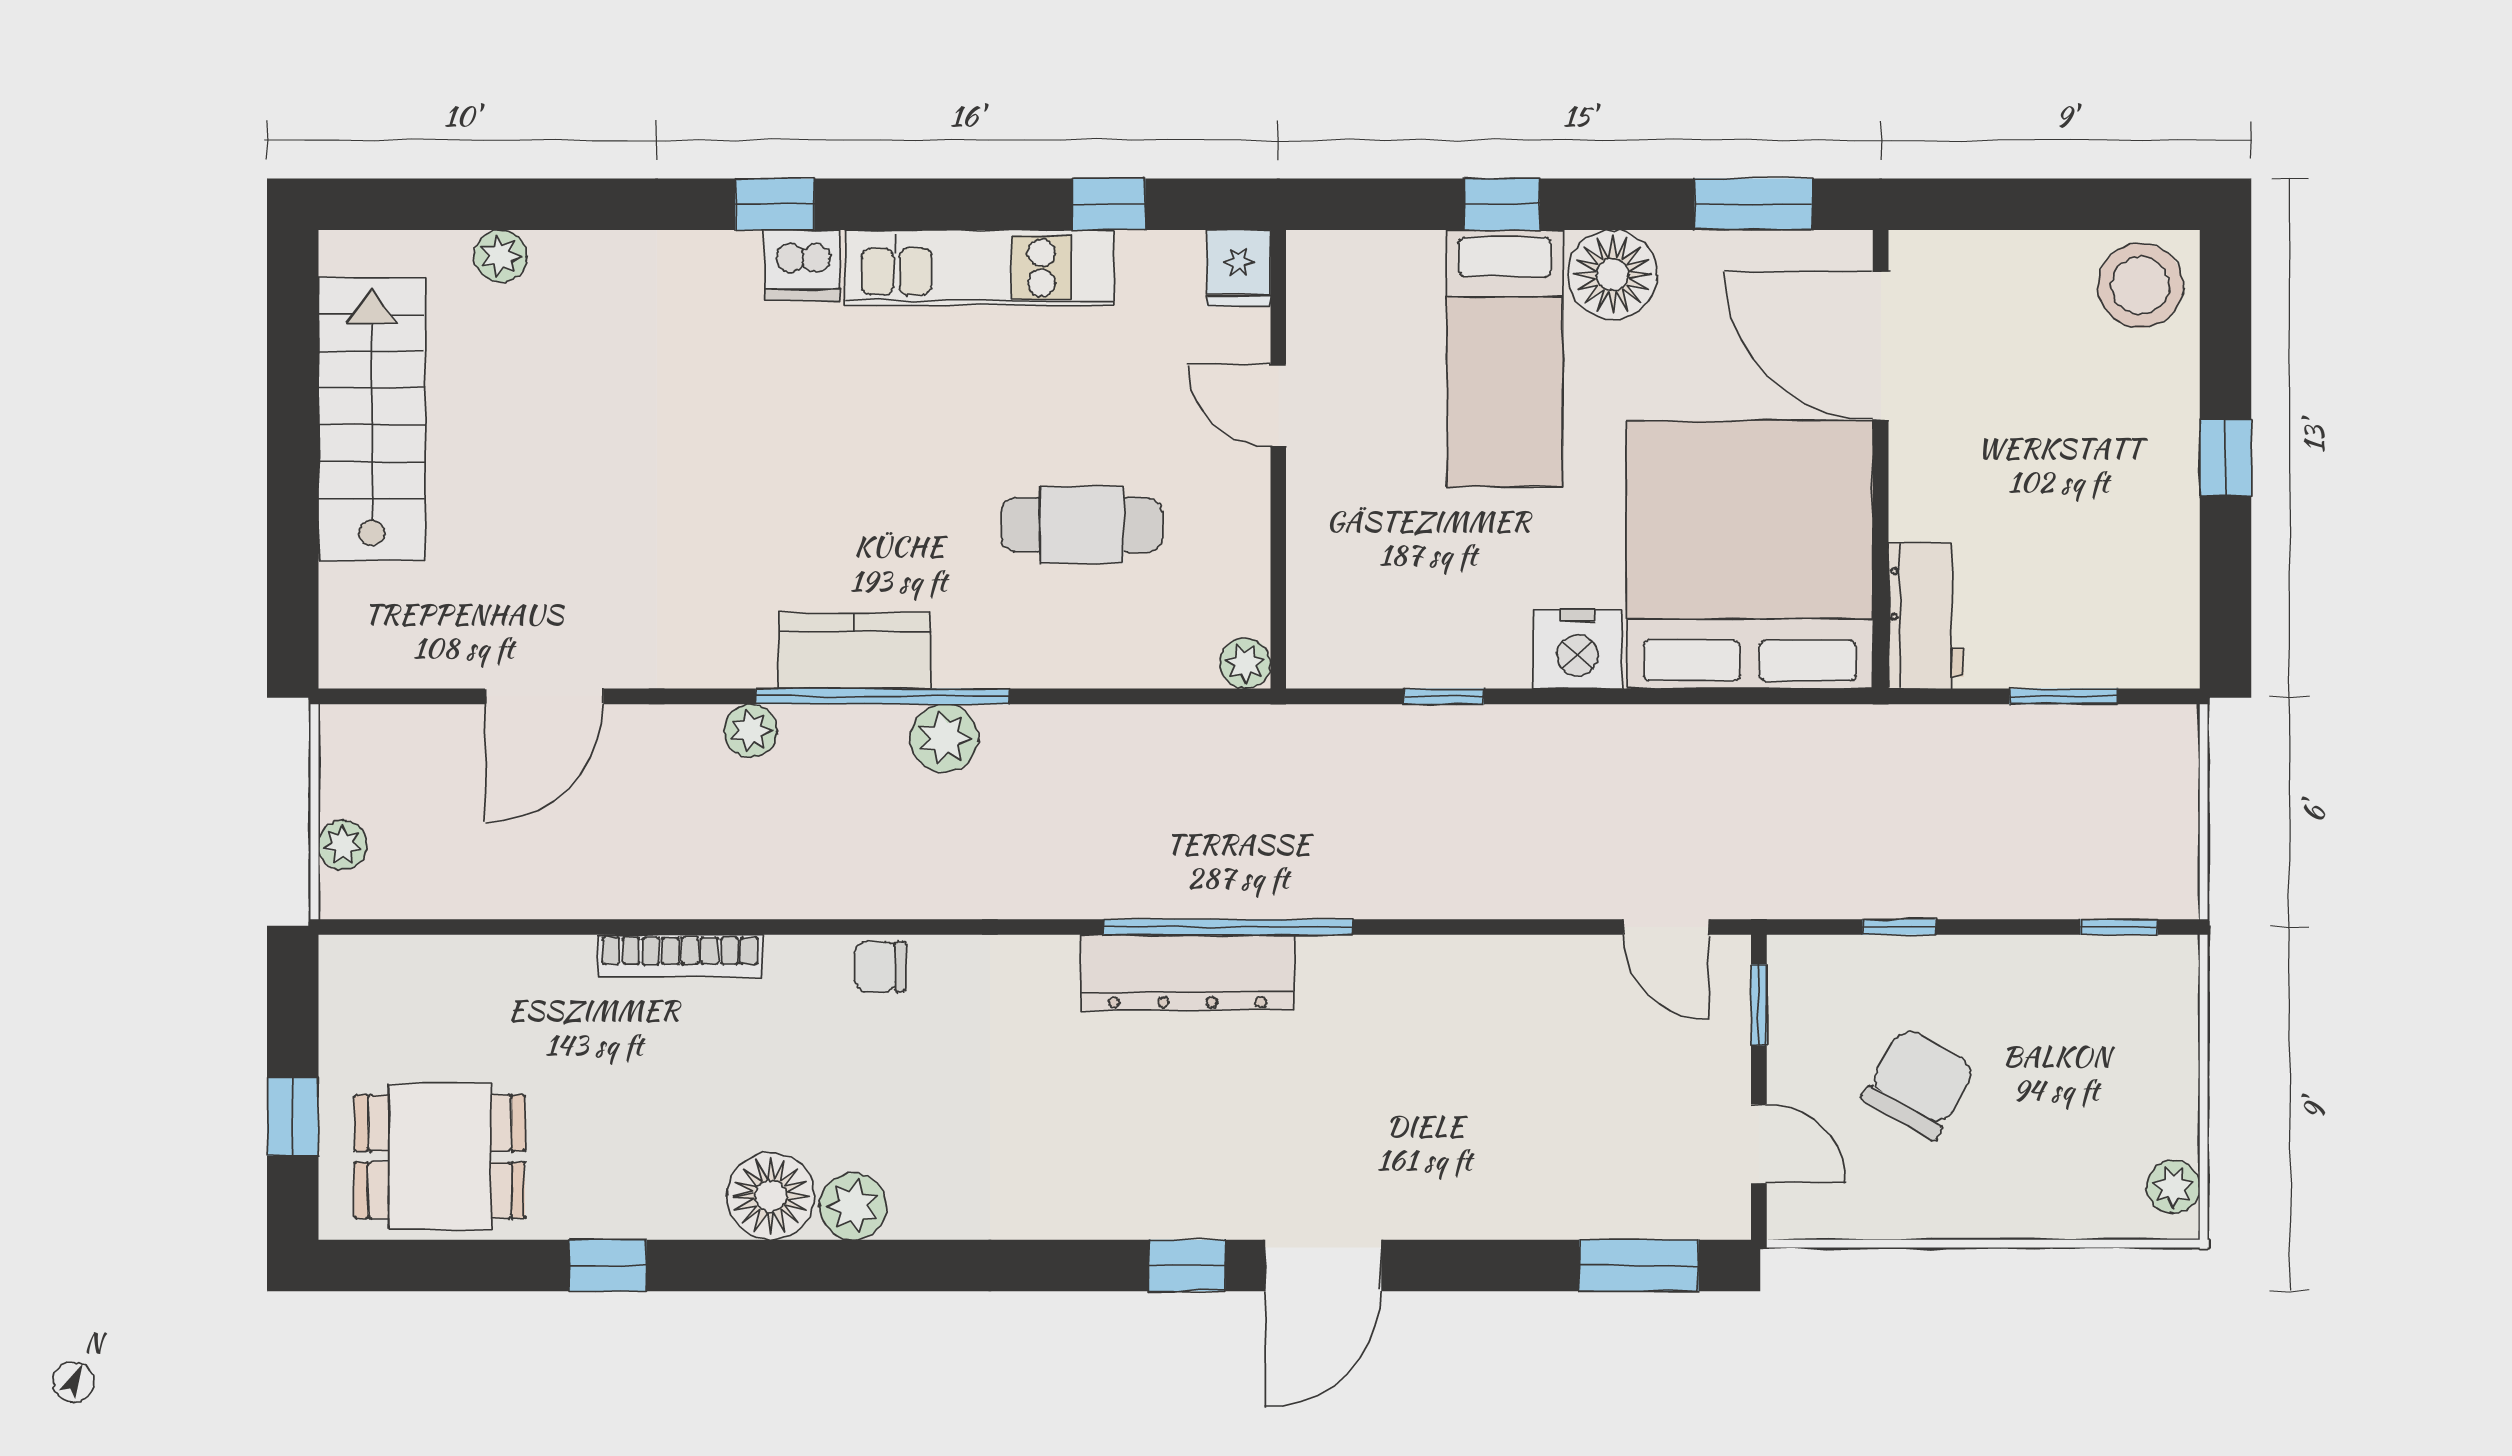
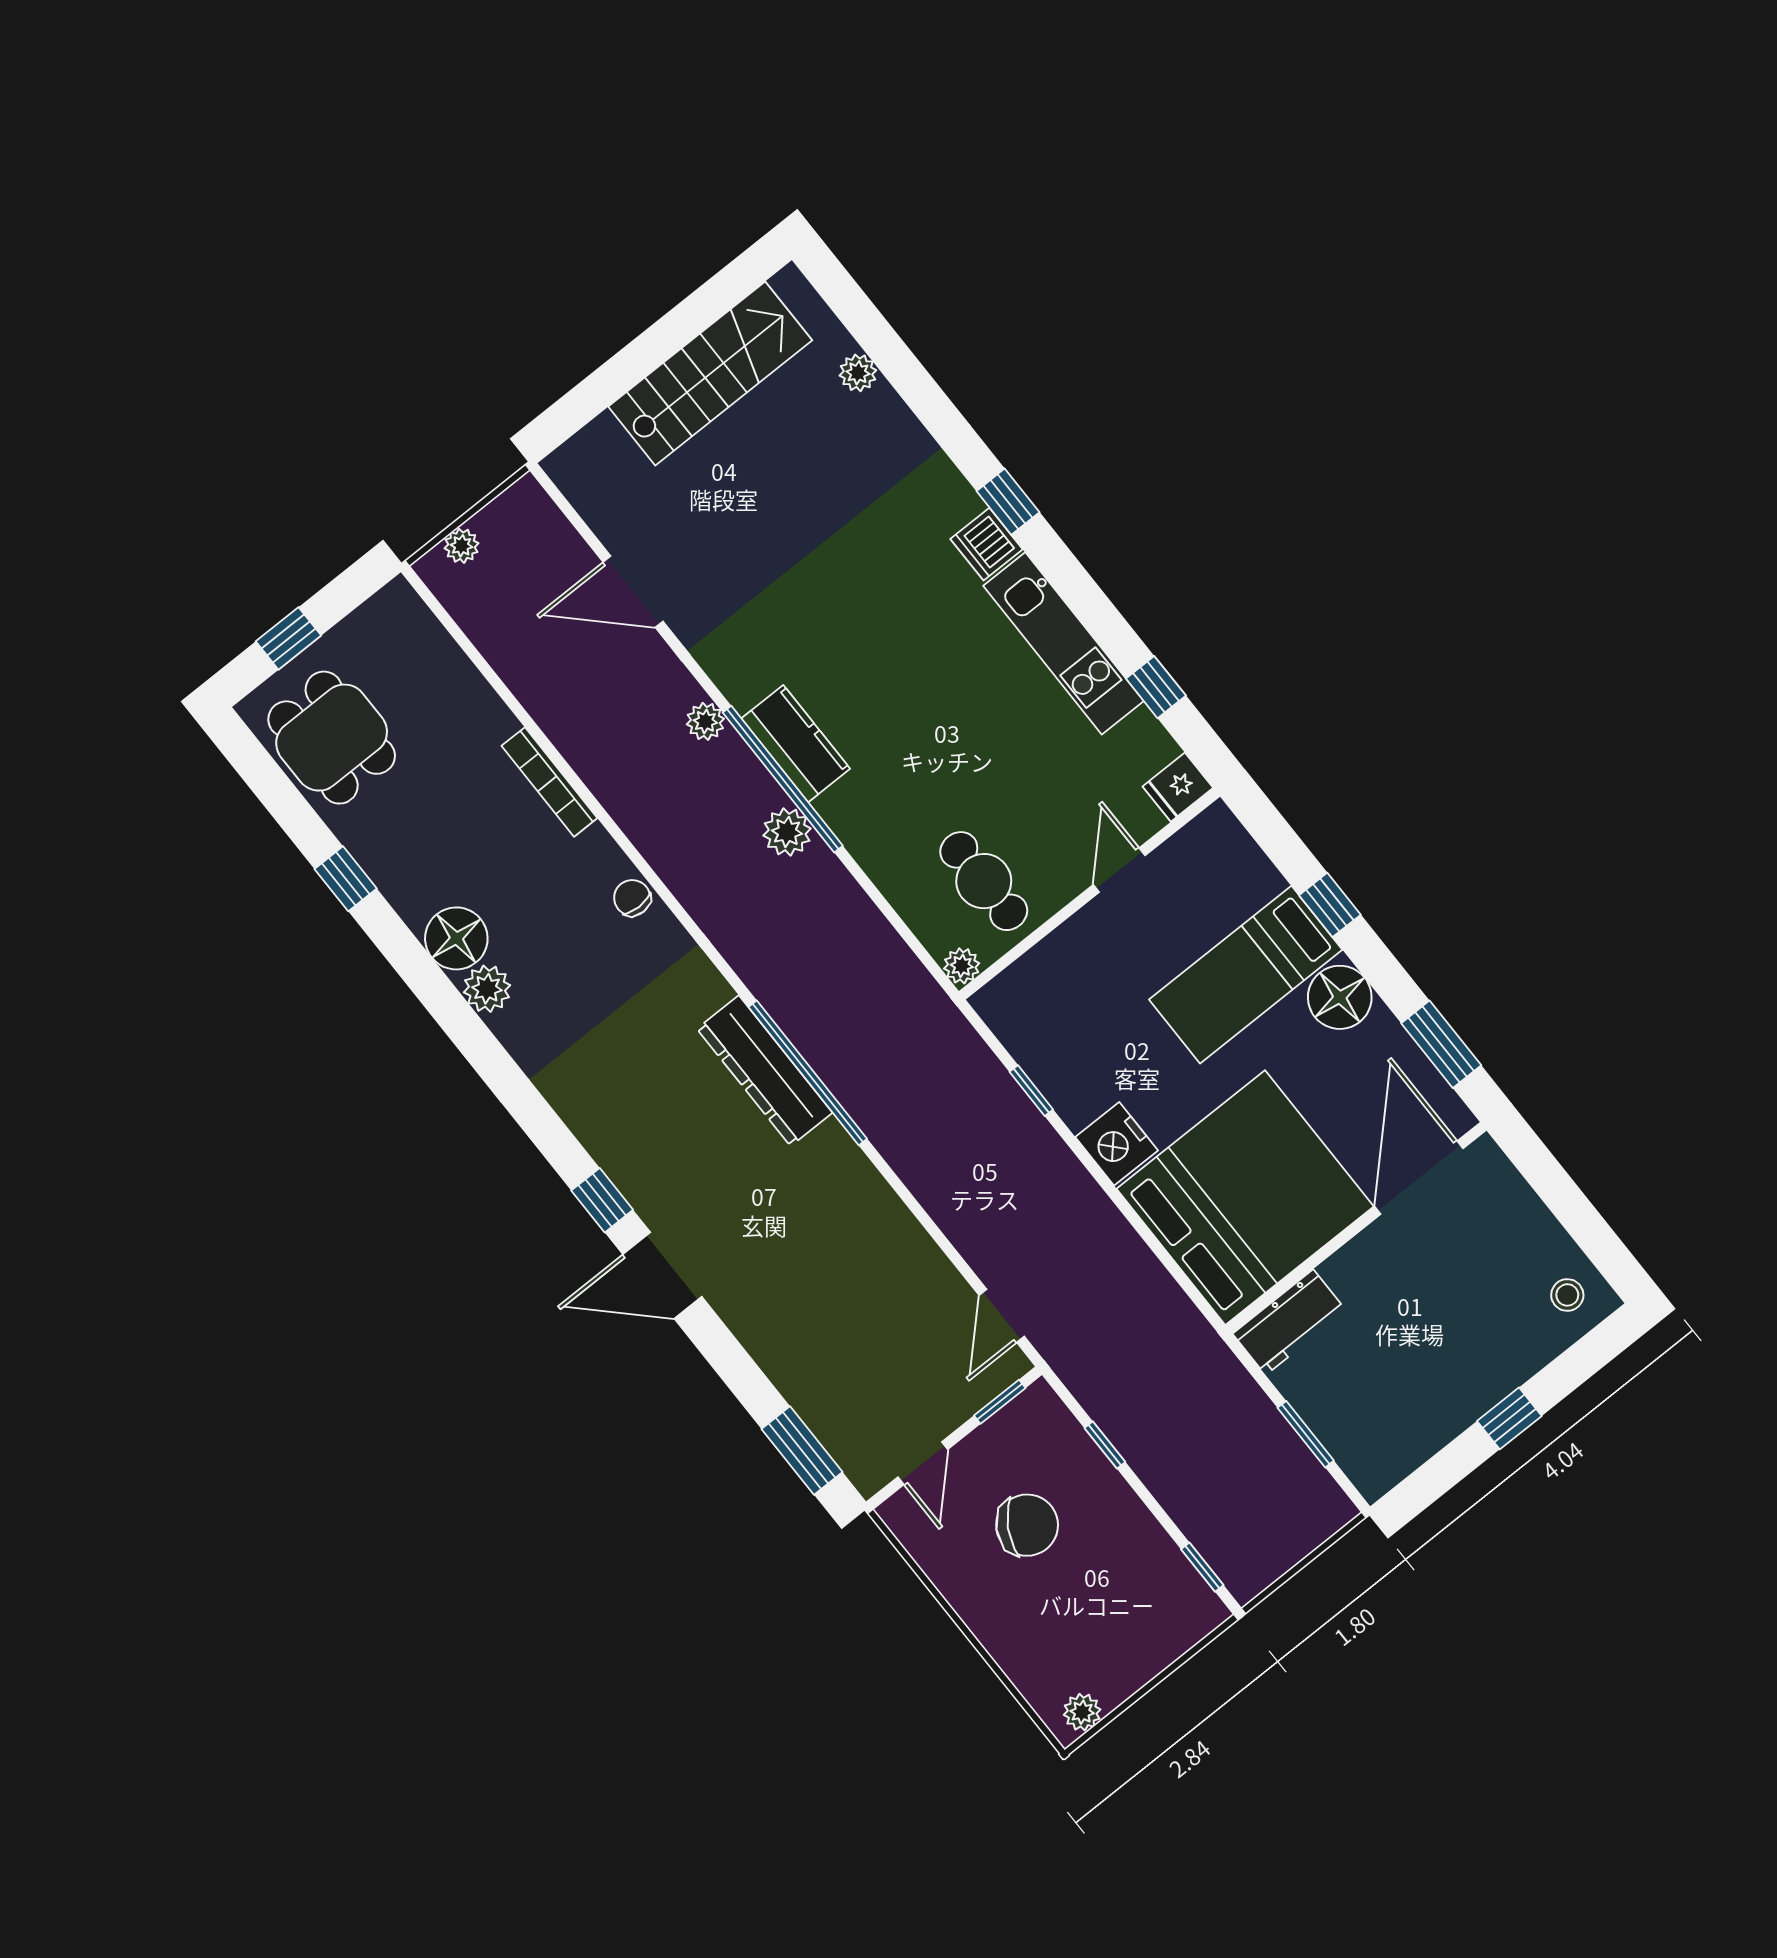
stool: (2140, 286) -> (1567, 1295), width x0.53, depth x0.53
cafe table: (1082, 525) -> (984, 881), moved

